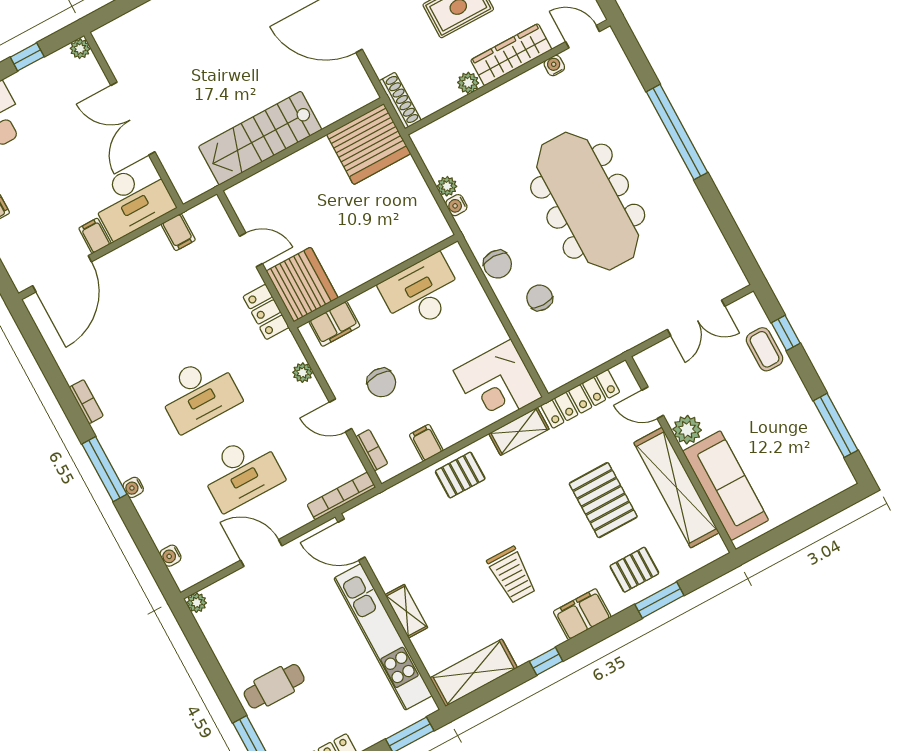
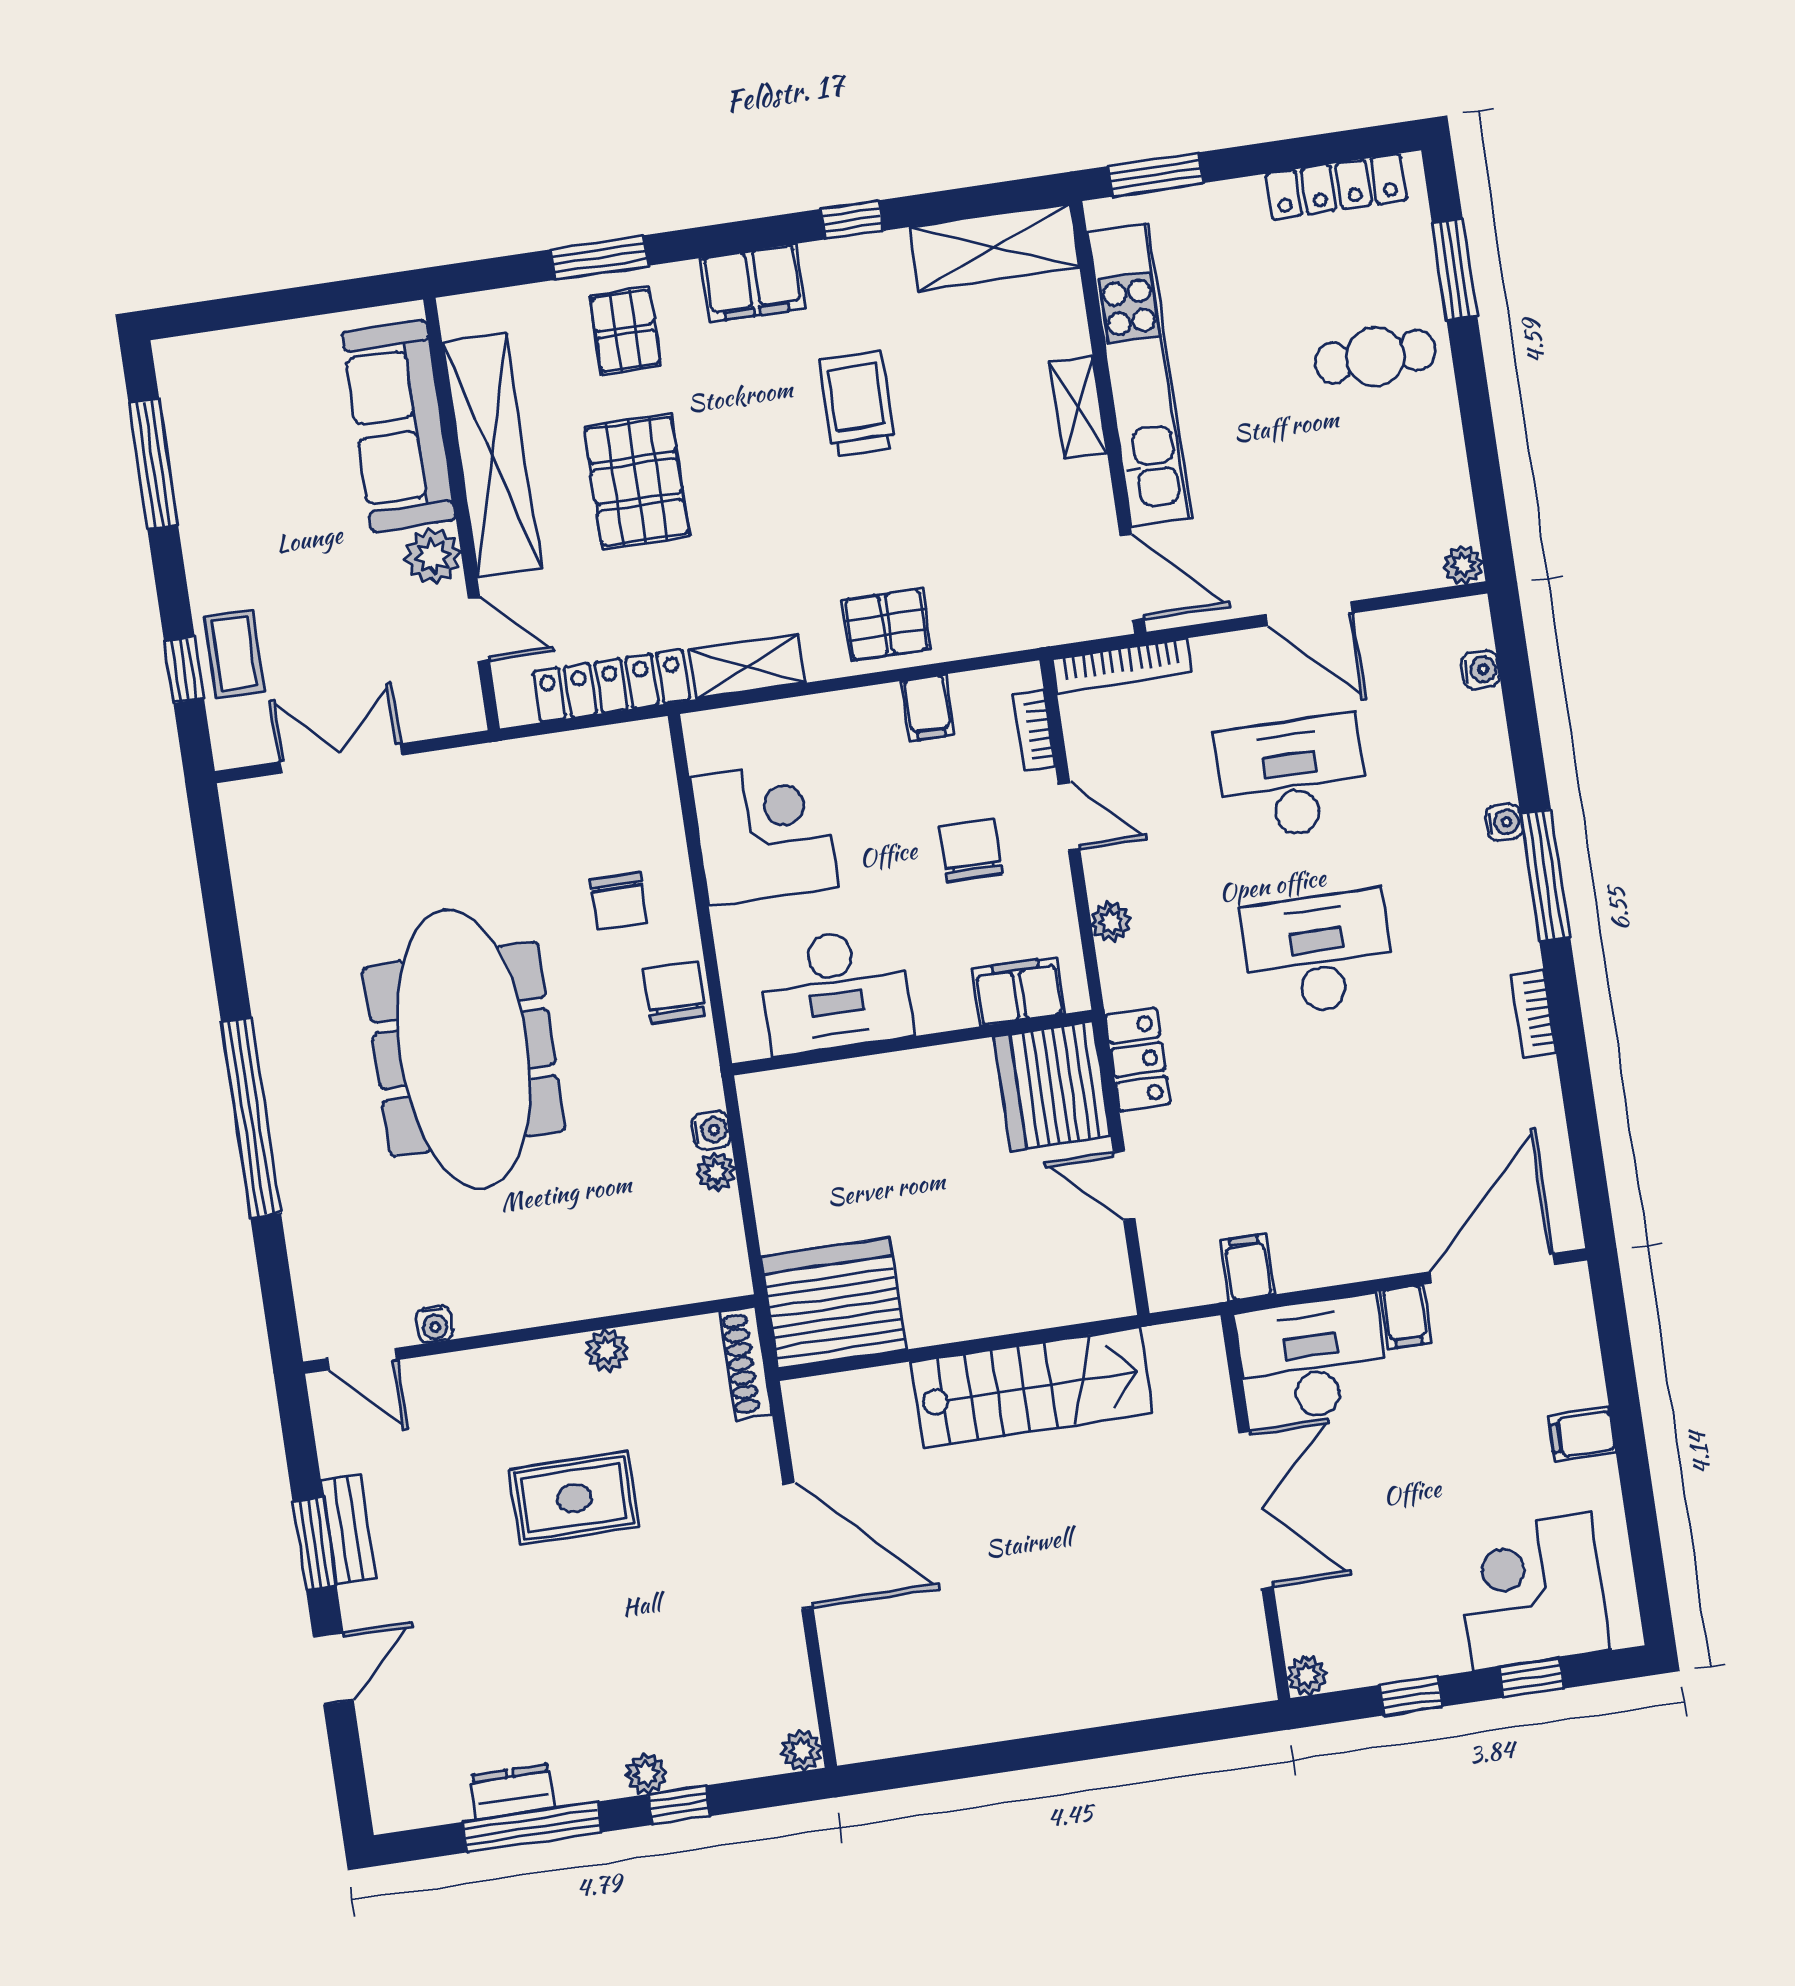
wardrobe: (511, 55) -> (507, 1373), removed
corner desk: (498, 384) -> (764, 832), moved
pallet: (634, 570) -> (625, 331), turned 90

